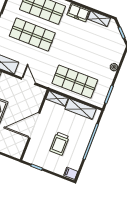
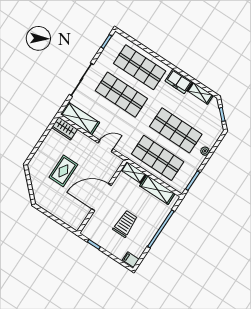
shop shelf: (85, 55) -> (176, 130), added
door: (28, 81) -> (106, 146), hinge flipped
trolley: (60, 144) -> (125, 224), turned 180

